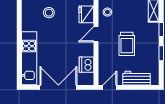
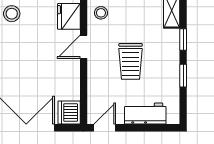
dishwasher: (87, 65) -> (69, 112), moved

